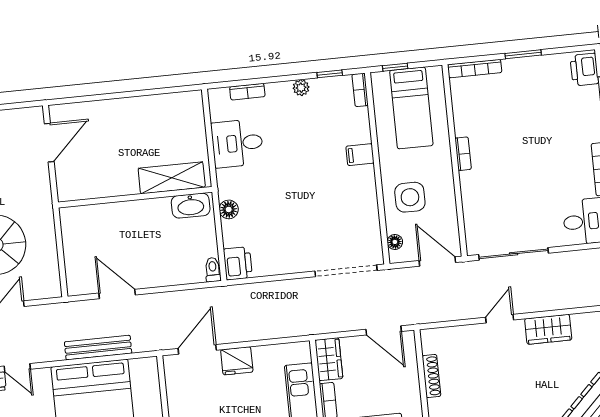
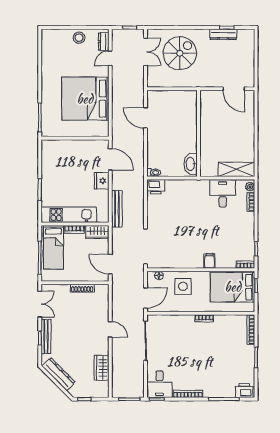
plant: (301, 88) -> (250, 187), moved
bed: (411, 108) -> (233, 287), width x1.50
shelving: (172, 178) -> (236, 169), moved, turned 90
floor lamp: (229, 209) -> (186, 185), removed
door: (117, 294) -> (146, 118), swing flipped
wardrobe: (548, 329) -> (102, 368), moved
door: (384, 330) -> (110, 264), hinge flipped
bench: (98, 348) -> (117, 209), moved

